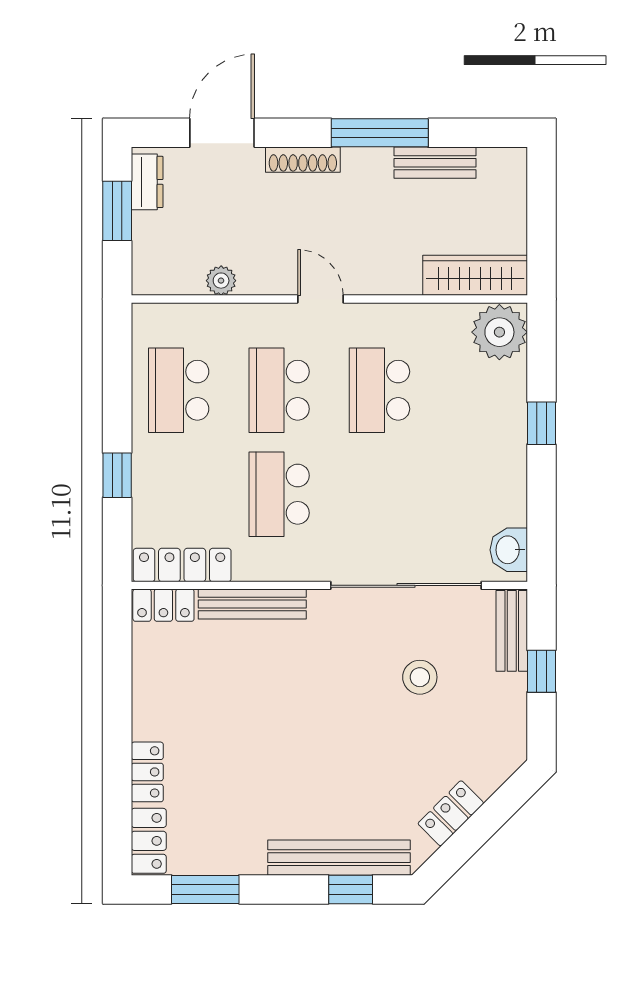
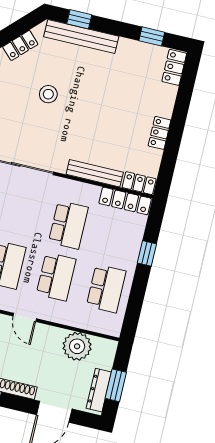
dresser: (147, 182) -> (99, 390), width x1.44
plant: (221, 281) -> (77, 346), width x1.88, depth x1.88
stool: (420, 677) -> (48, 94), moved
locker: (147, 772) -> (160, 133), moved
window: (205, 889) -> (152, 36), width x0.67

